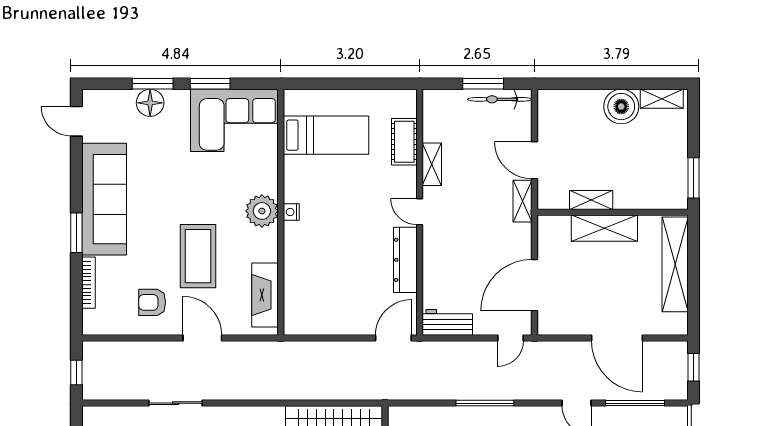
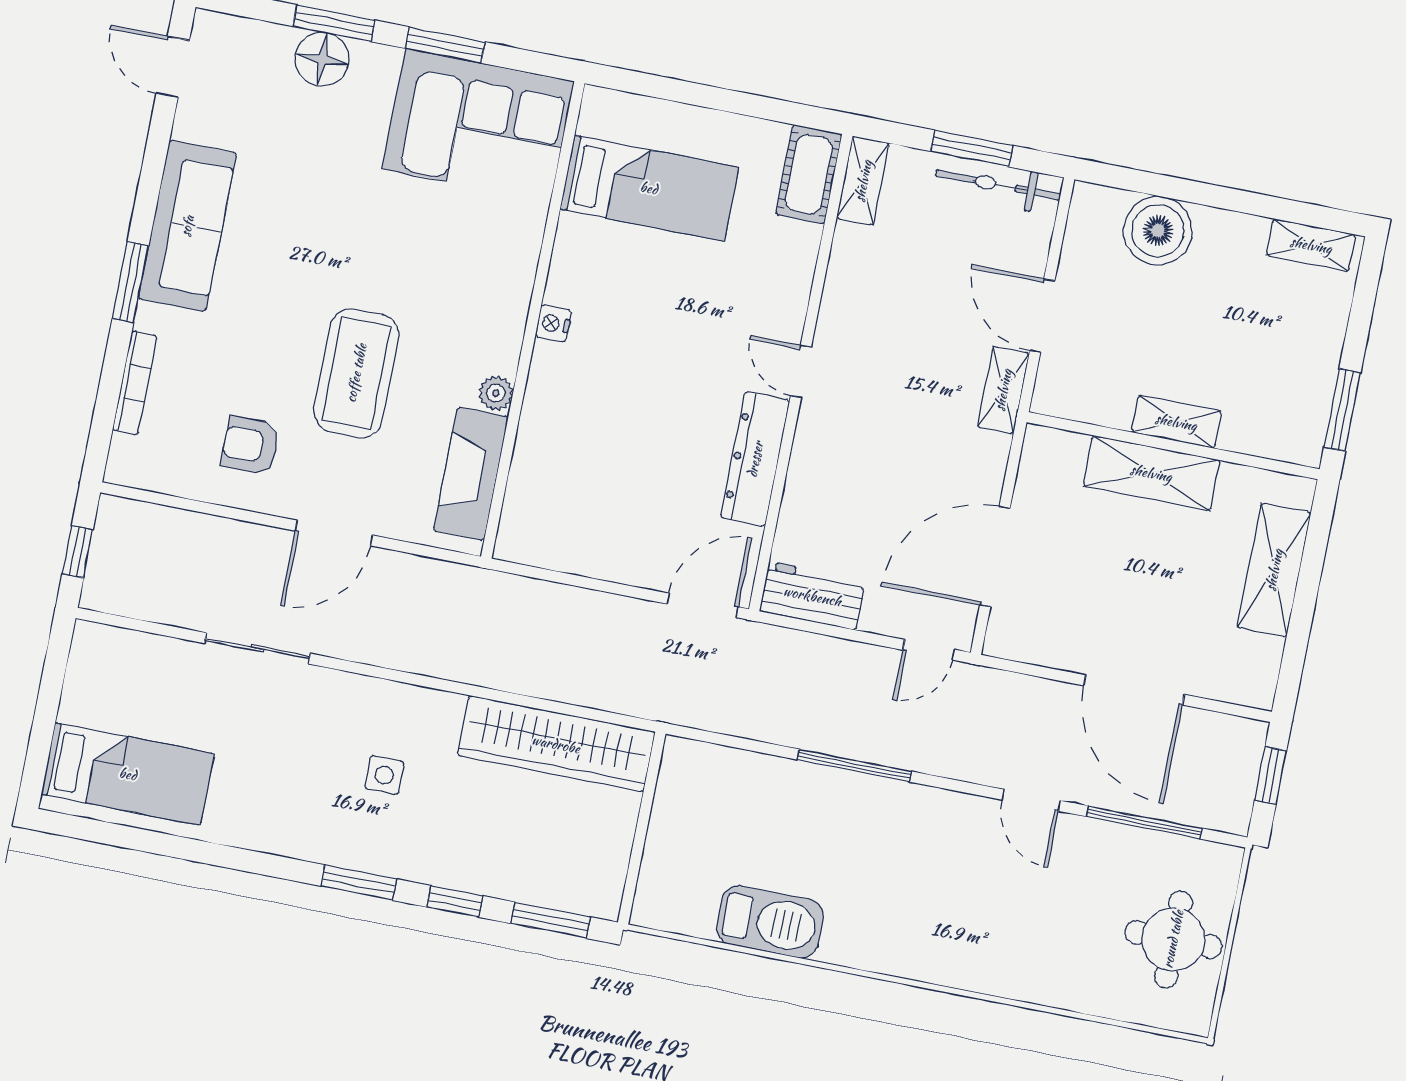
boiler: (621, 107) -> (1158, 231), moved
cot: (404, 142) -> (809, 174), moved
shelving: (432, 164) -> (863, 181), moved
sofa: (104, 199) -> (187, 226), width x0.74, depth x0.79
shelving: (591, 200) -> (1176, 422), moved
plant: (262, 211) -> (496, 393), moved, width x0.53, depth x0.53
shelving: (675, 264) -> (1274, 570), width x0.68
door: (202, 338) -> (334, 533), swing flipped

